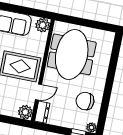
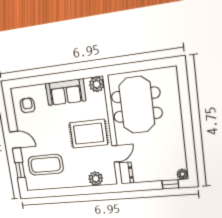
chair: (85, 101) -> (167, 149), removed
plant: (25, 112) -> (96, 179), moved

